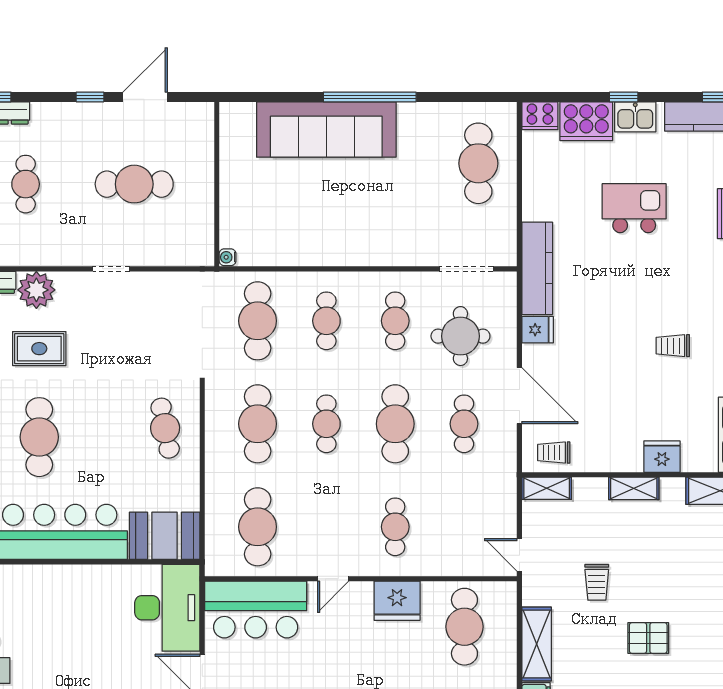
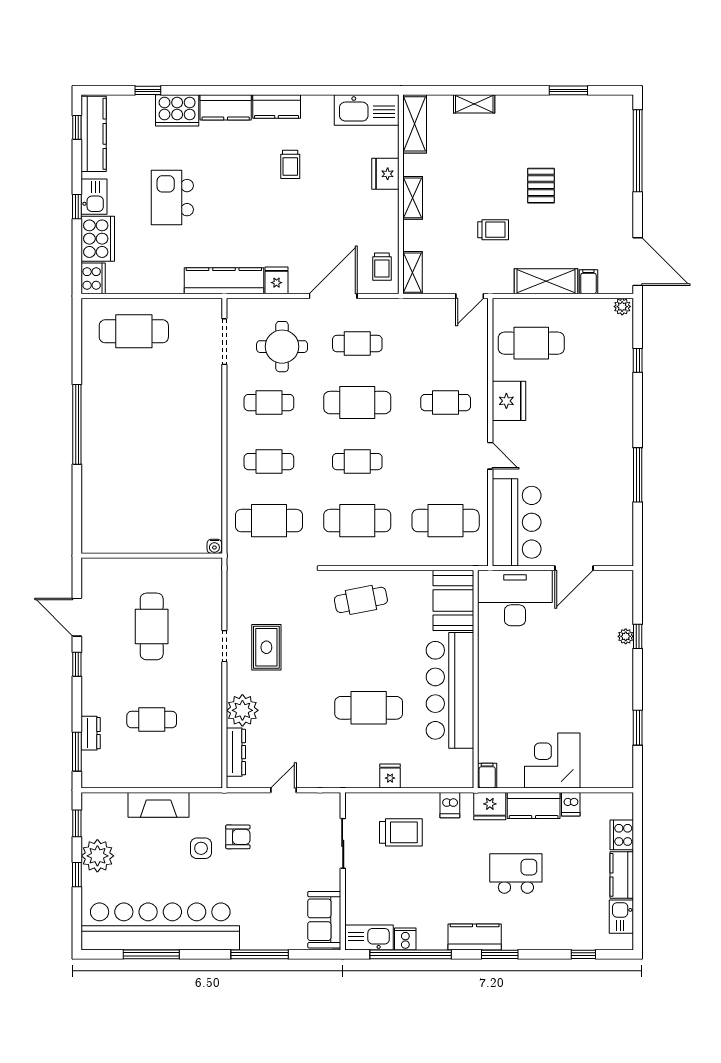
sofa: (326, 129) -> (105, 462), removed
rug: (39, 349) -> (266, 647), moved

